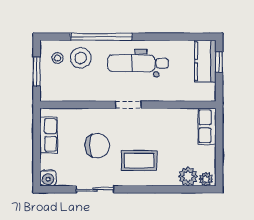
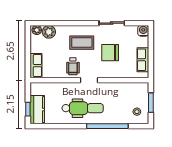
stool: (81, 58) -> (121, 112), removed
wheelchair: (152, 125) -> (73, 66), added

